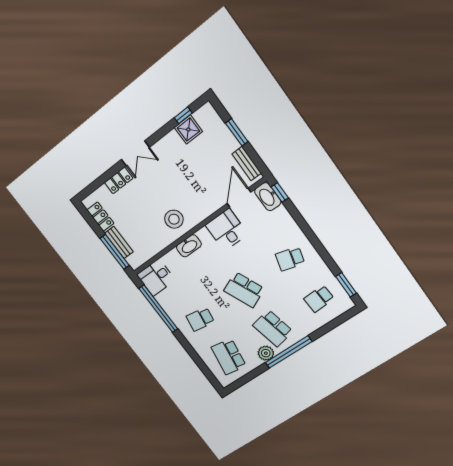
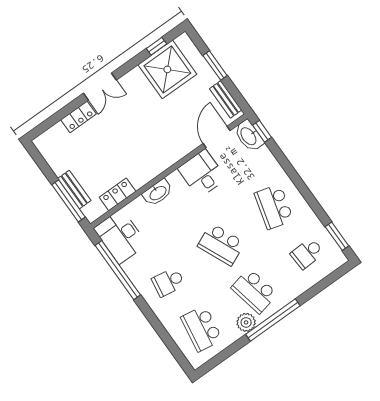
shower: (188, 130) -> (167, 69), width x1.86, depth x1.86
locker: (100, 217) -> (118, 194), moved, turned -90
stool: (174, 219) -> (141, 162), removed
school desk: (290, 259) -> (274, 207), width x1.85
desk: (156, 277) -> (121, 236), width x1.37

